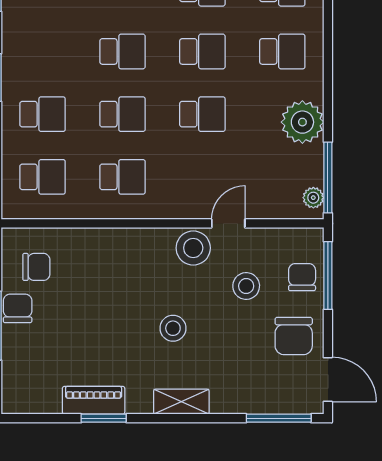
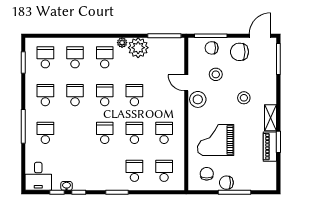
plant: (313, 198) -> (122, 43), moved
grand piano: (107, 286) -> (216, 140), added
stool: (173, 328) -> (244, 98), moved
chair: (294, 336) -> (239, 52), turned 180
shelving: (181, 402) -> (271, 118), moved

